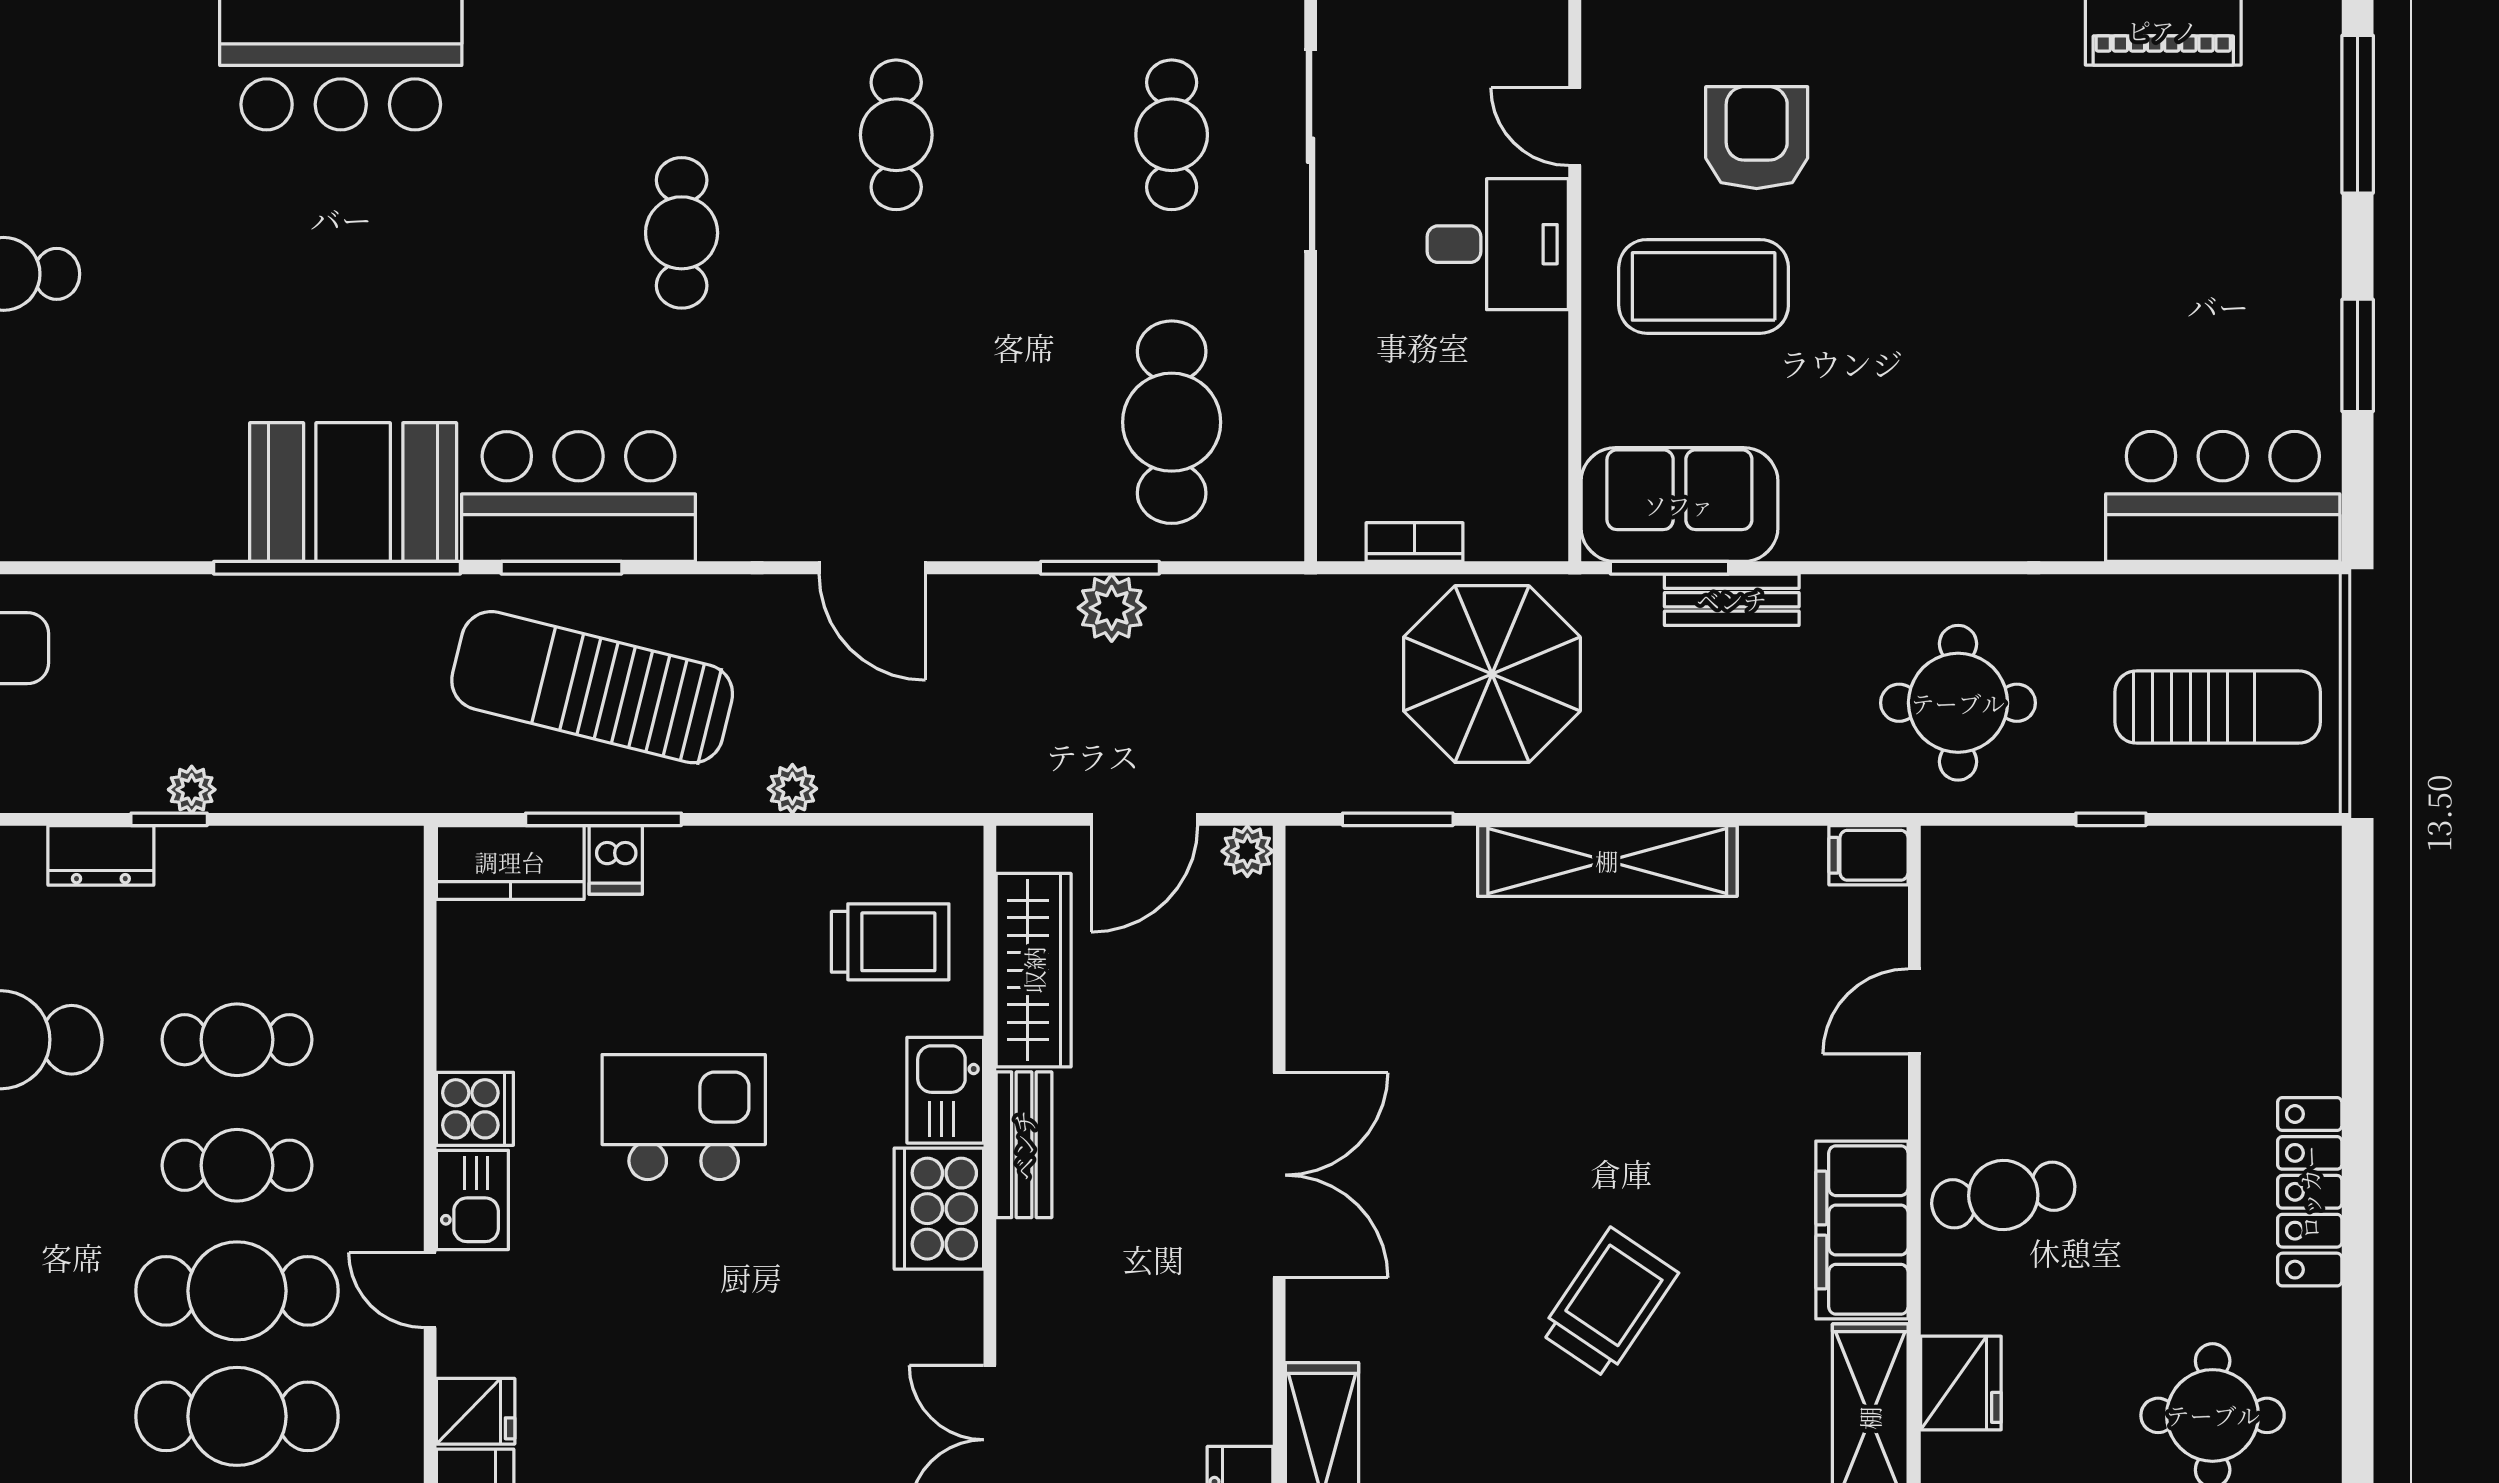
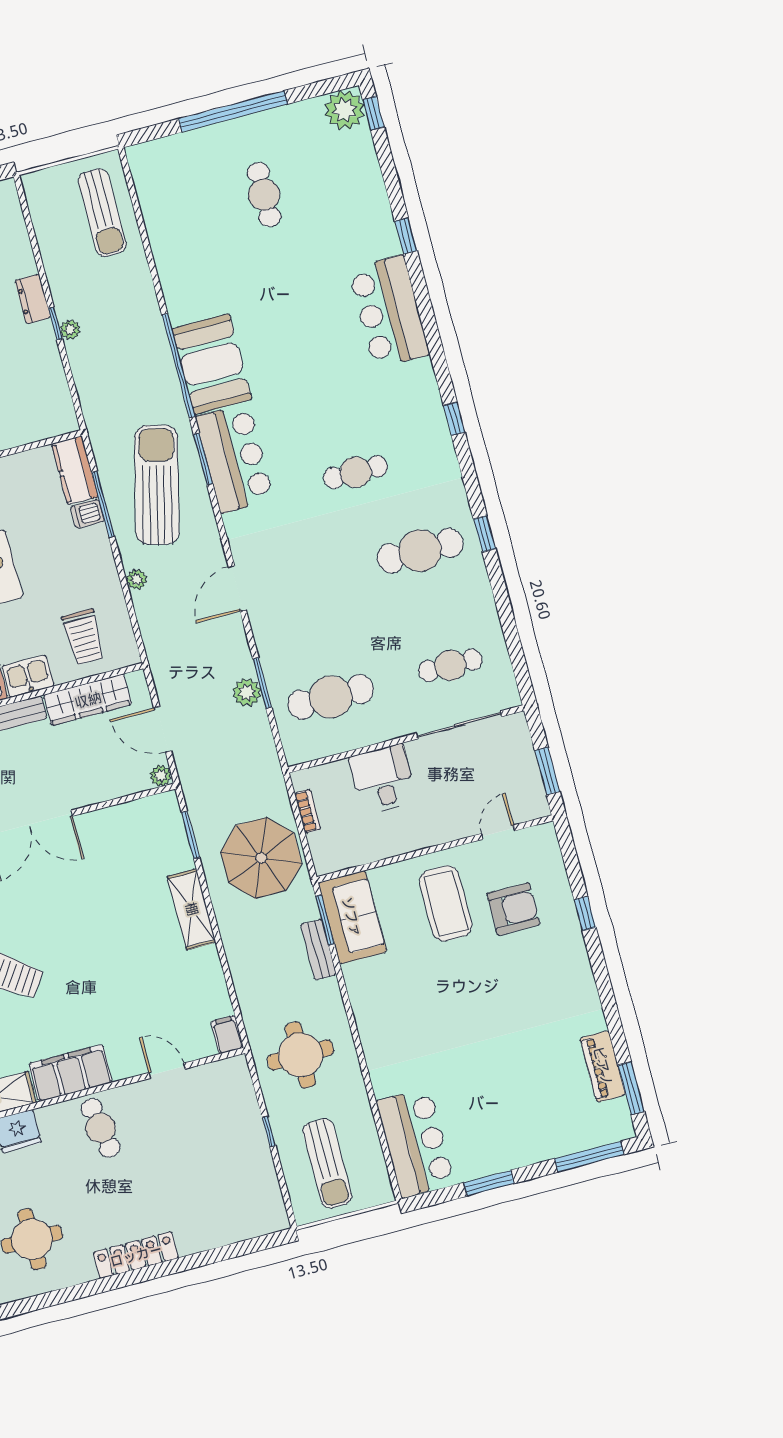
cafe table: (896, 135) -> (420, 551), width x1.37, depth x1.35
desk: (1498, 244) -> (383, 779), moved, turned 180
shelving: (1607, 861) -> (192, 909), width x0.68

